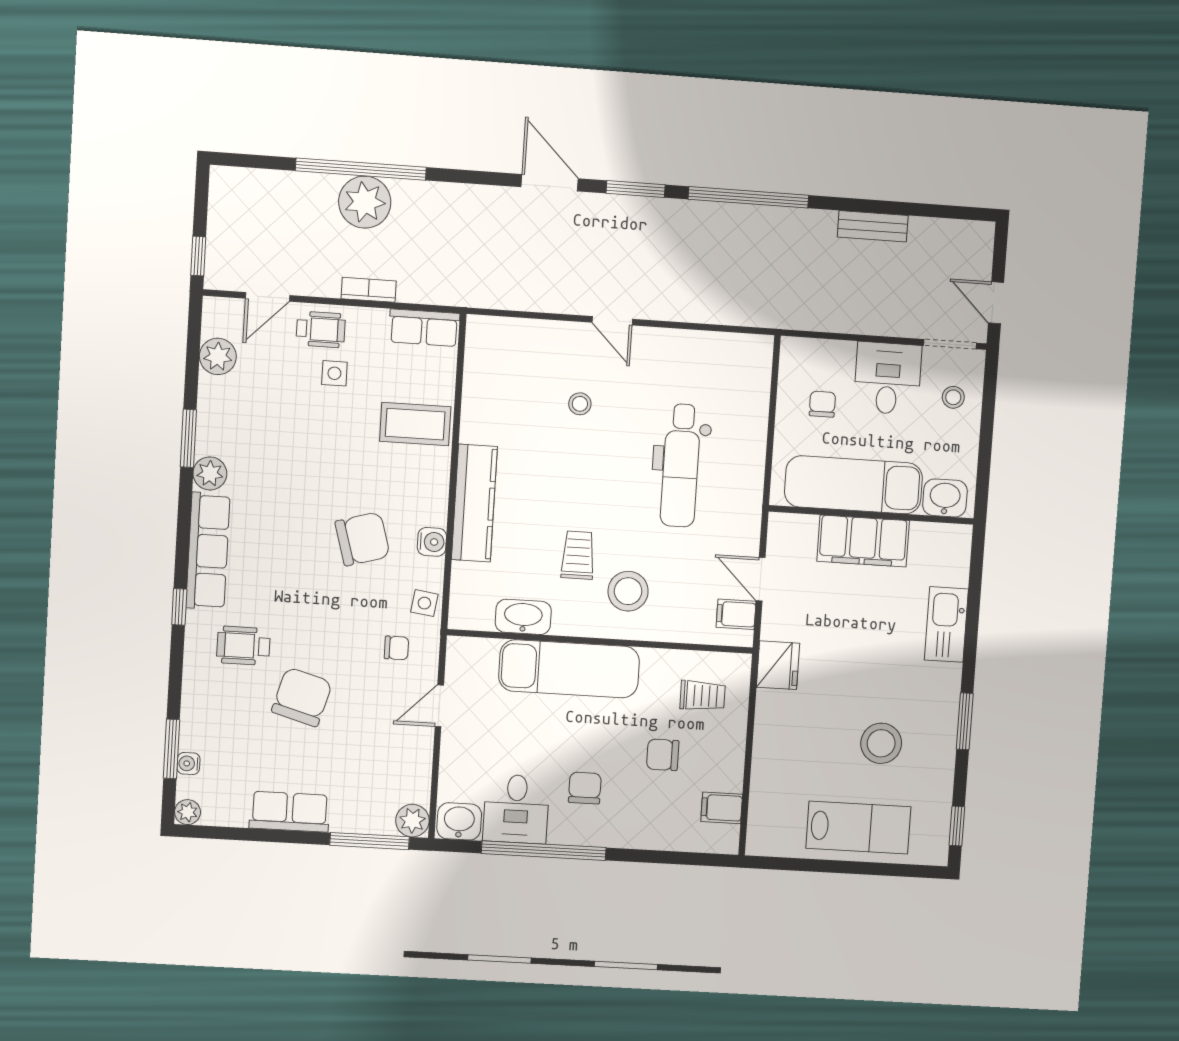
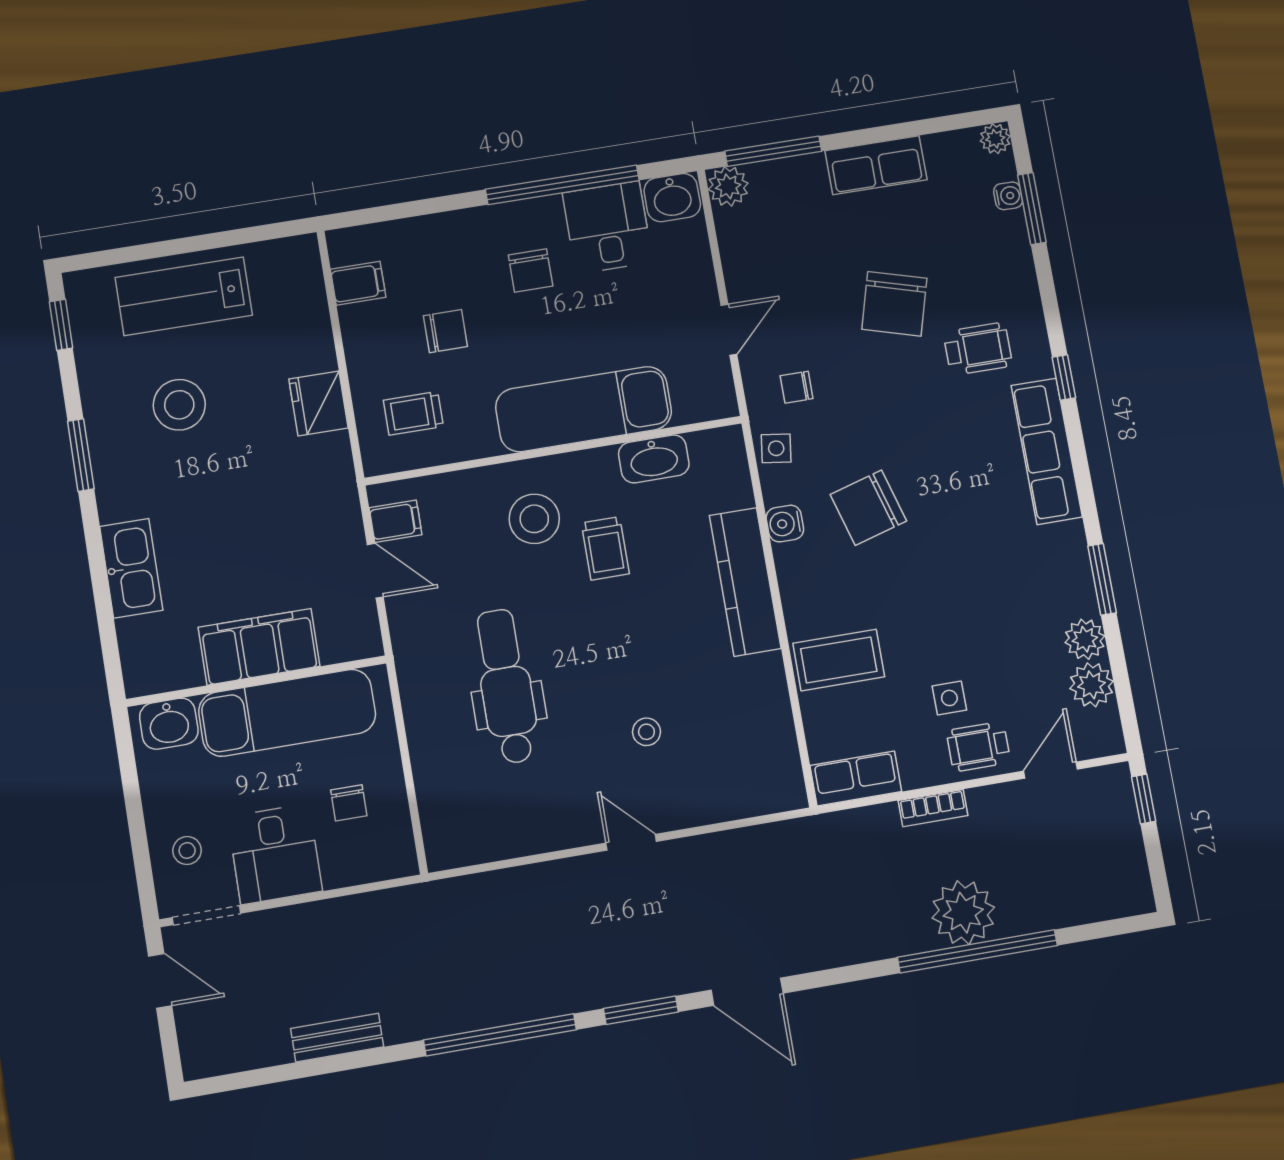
plant: (210, 473) -> (1085, 639), moved
fridge: (778, 665) -> (319, 403), moved

